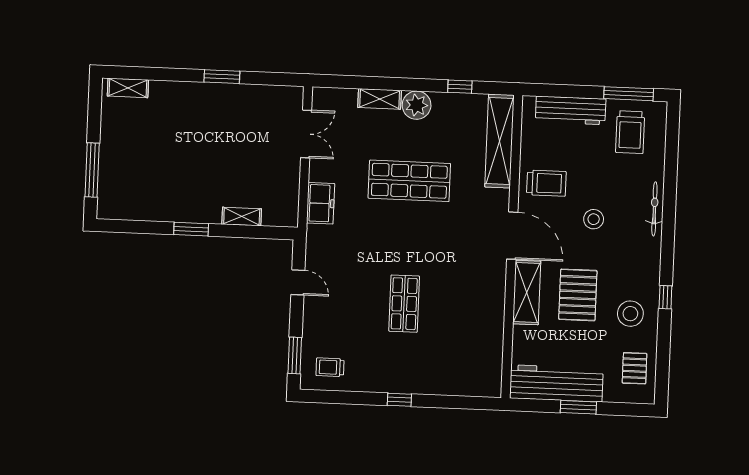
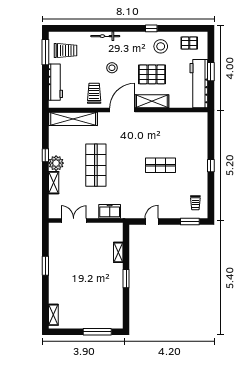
window: (460, 87) -> (45, 155), moved

